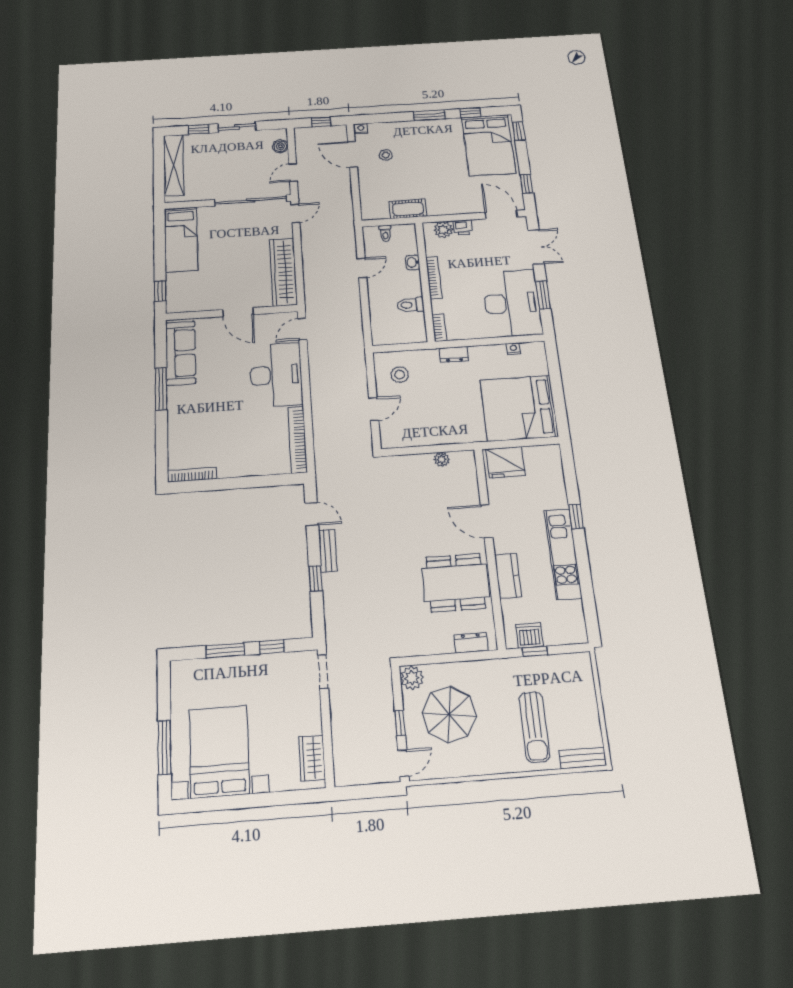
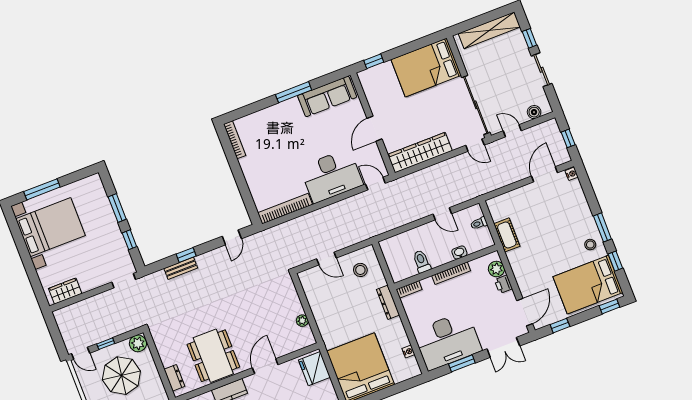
stool: (386, 155) -> (590, 245), moved
bed: (181, 239) -> (426, 67), width x1.50
dresser: (454, 354) -> (388, 302), width x1.44
bench: (328, 551) -> (181, 268), moved

